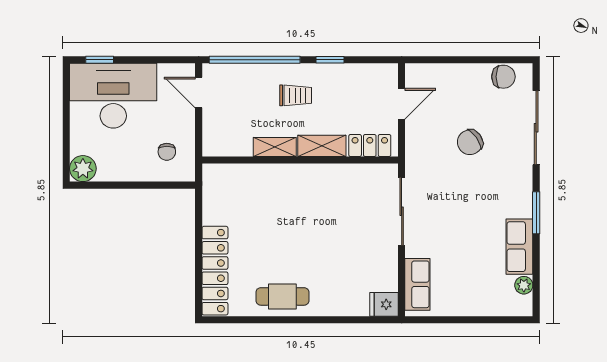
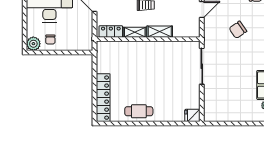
locker: (370, 145) -> (111, 31), moved
chair: (167, 152) -> (50, 39), moved
row of seats: (417, 284) -> (210, 105), removed

